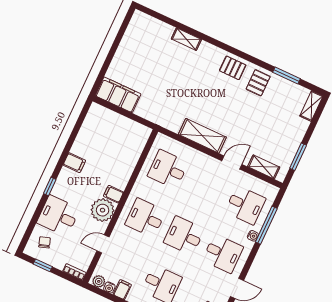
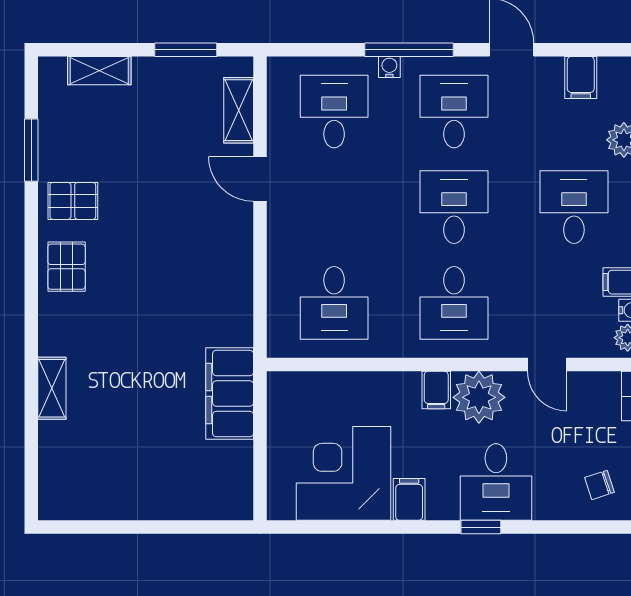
filing cabinet: (118, 95) -> (230, 394), moved
shelving: (311, 106) -> (99, 71), moved
shelving: (202, 136) -> (233, 264), removed
corner desk: (97, 141) -> (344, 473), added
desk: (58, 216) -> (496, 482), moved
window: (266, 225) -> (409, 50), moved
desk: (184, 236) -> (454, 207), turned 180

